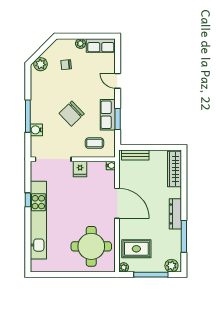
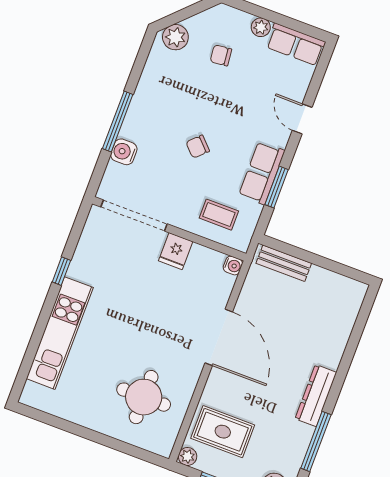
chair: (72, 114) -> (198, 147), width x0.54, depth x0.54
wardrobe: (174, 169) -> (344, 315), removed
kitchen unit: (38, 220) -> (60, 333), width x0.73
round table: (91, 246) -> (144, 397), width x0.73, depth x0.73

